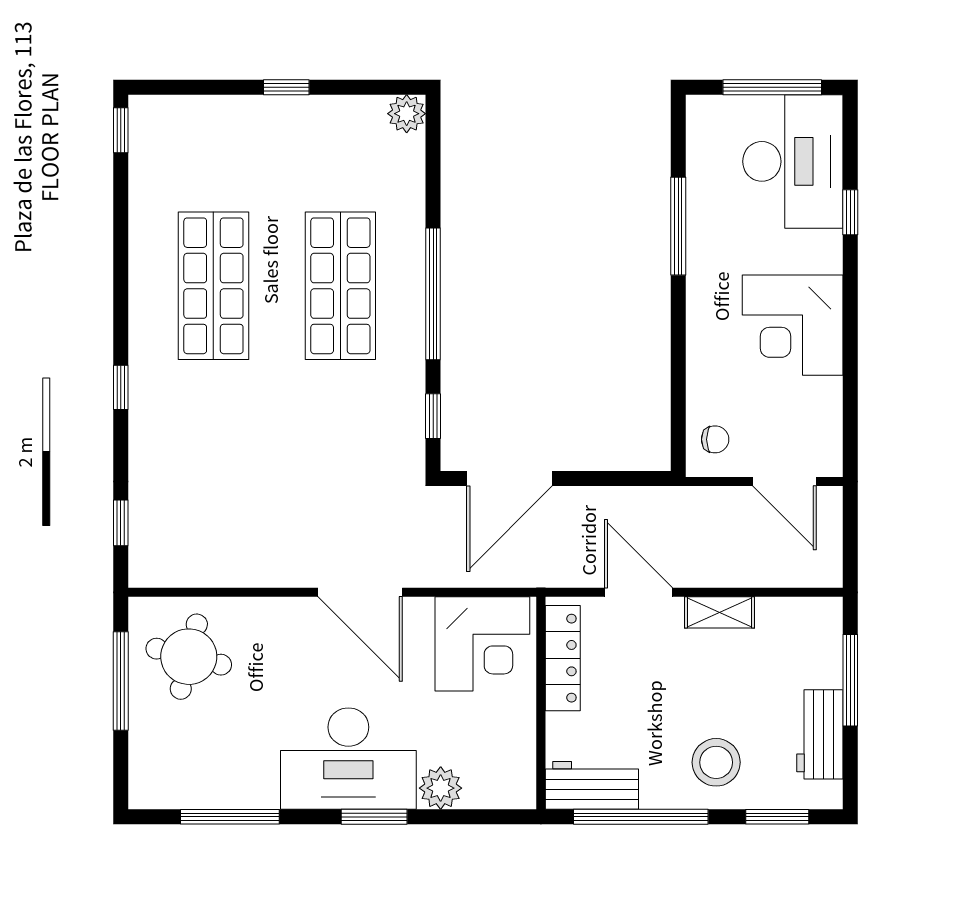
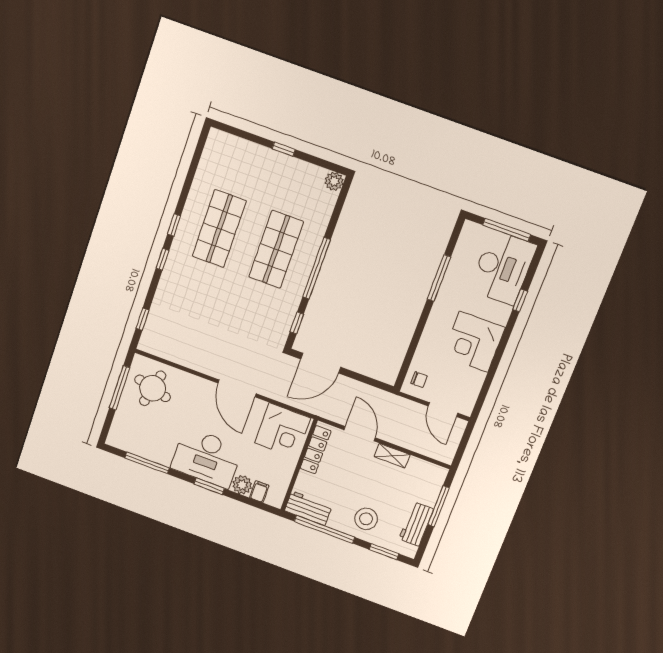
window: (121, 130) -> (174, 225), moved
filing cabinet: (480, 789) -> (259, 492), added

